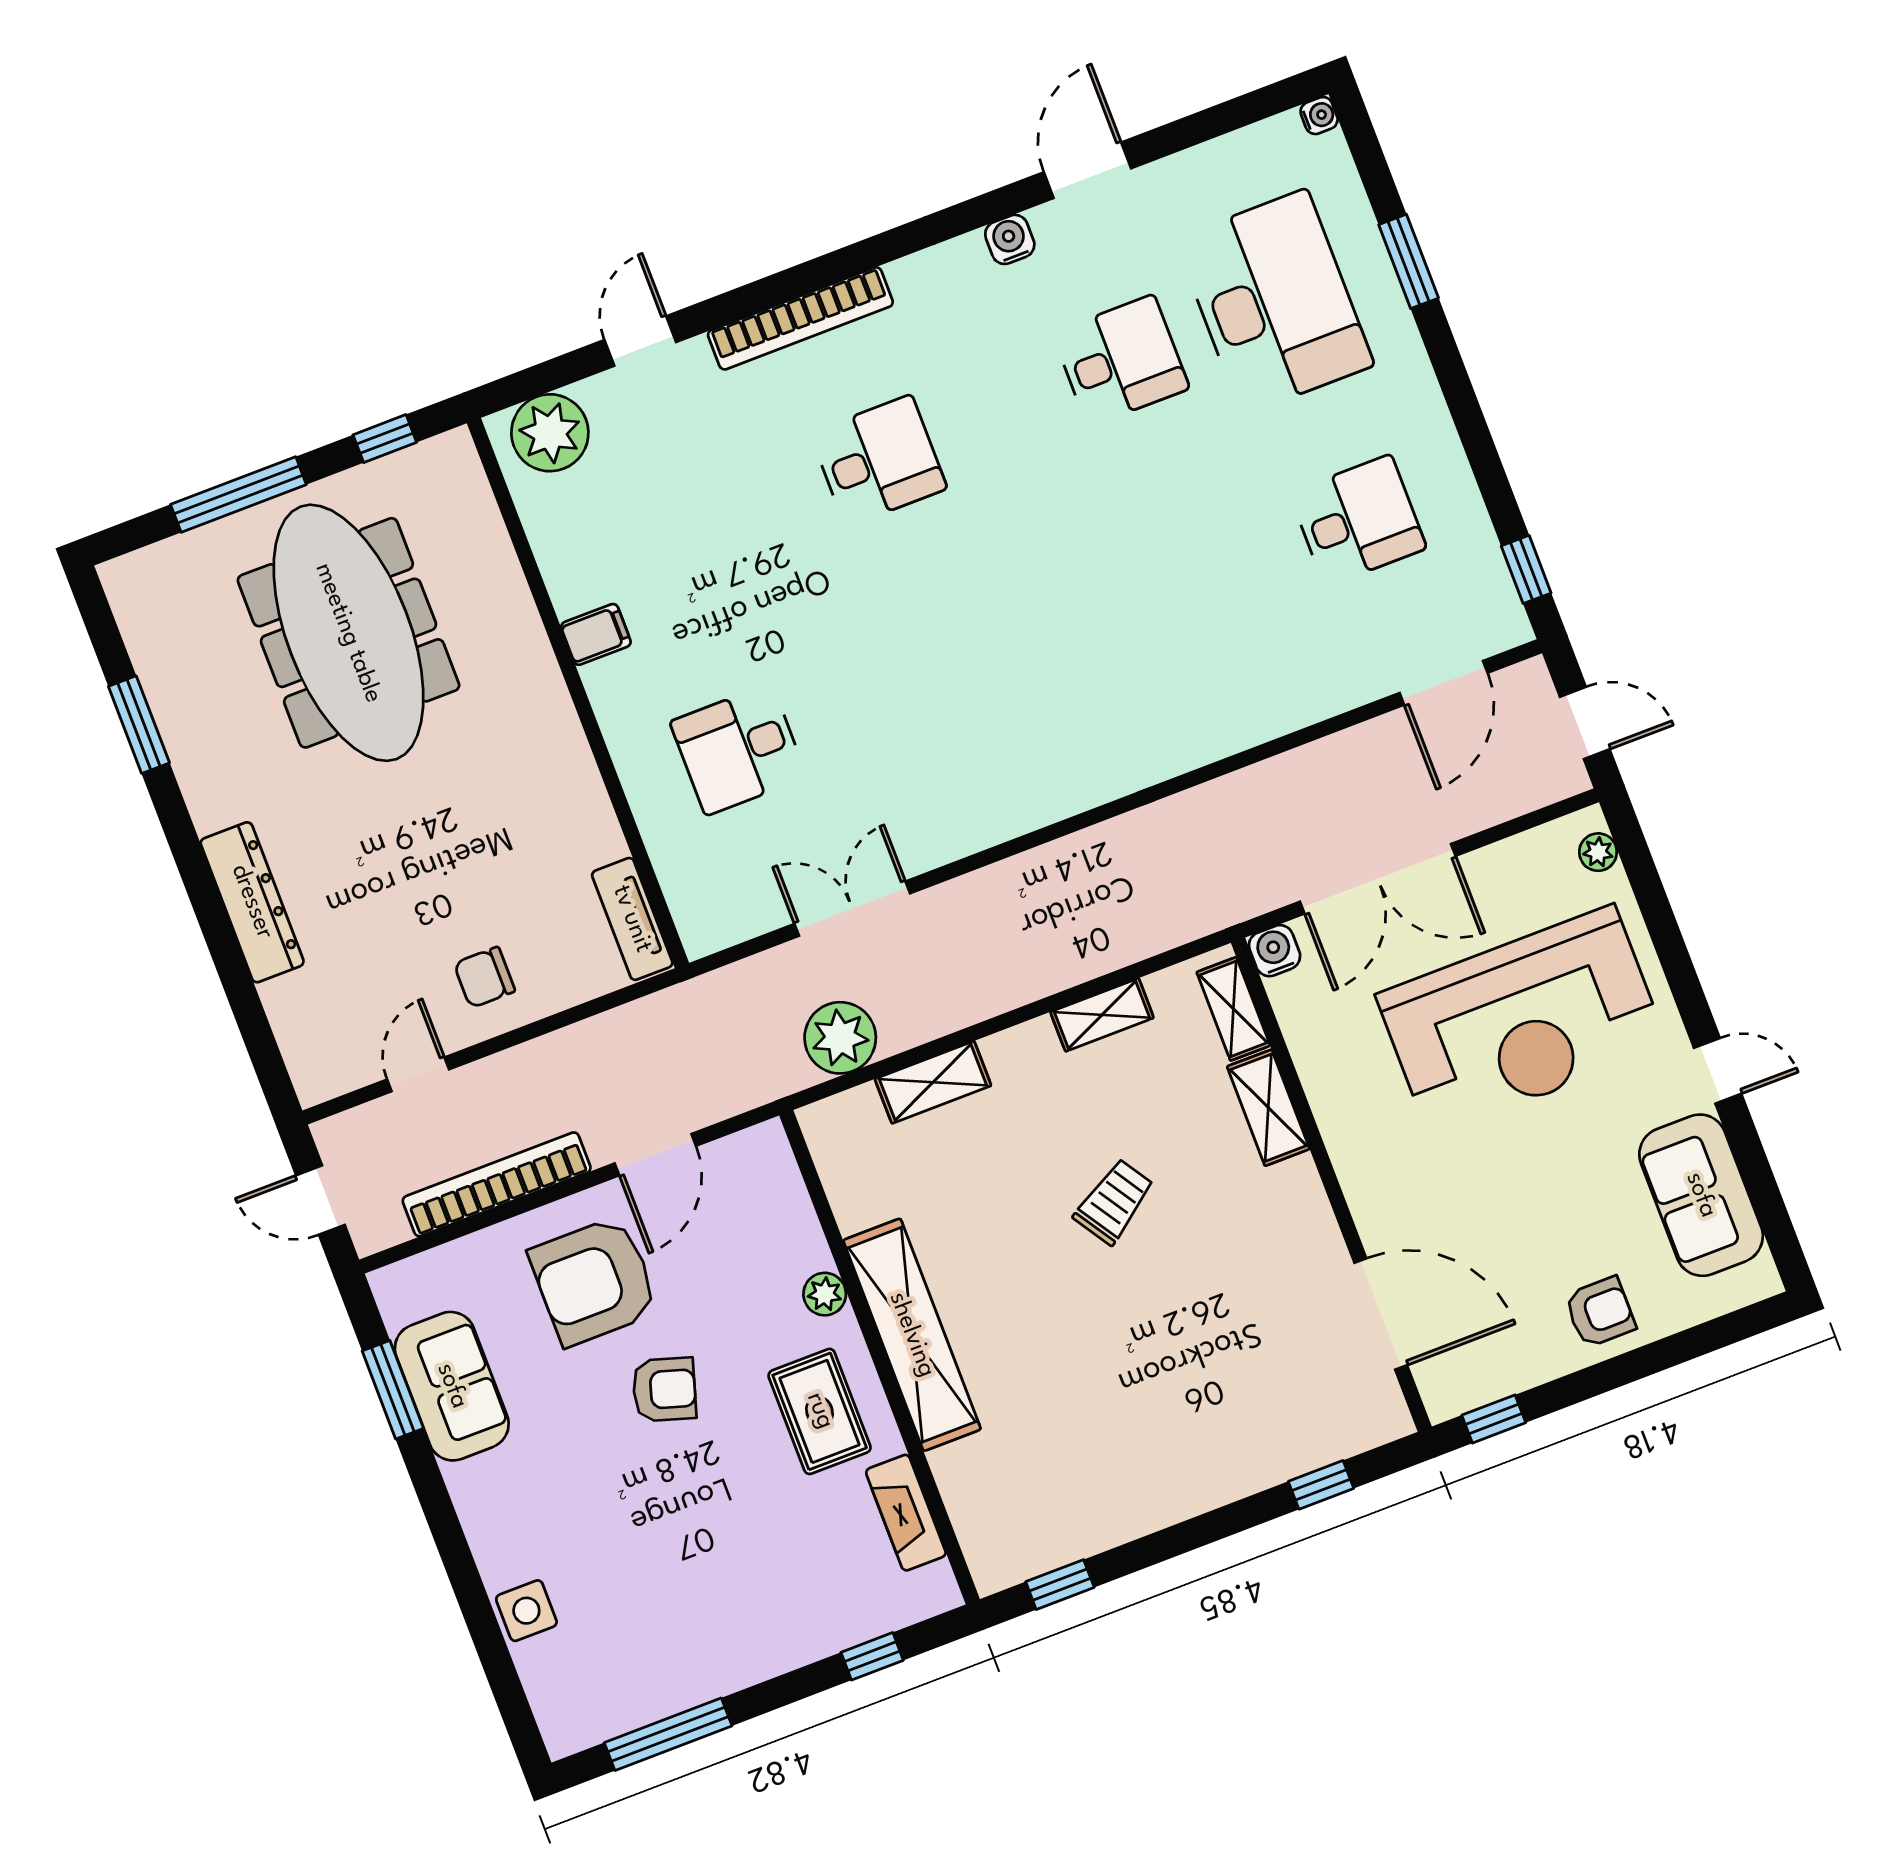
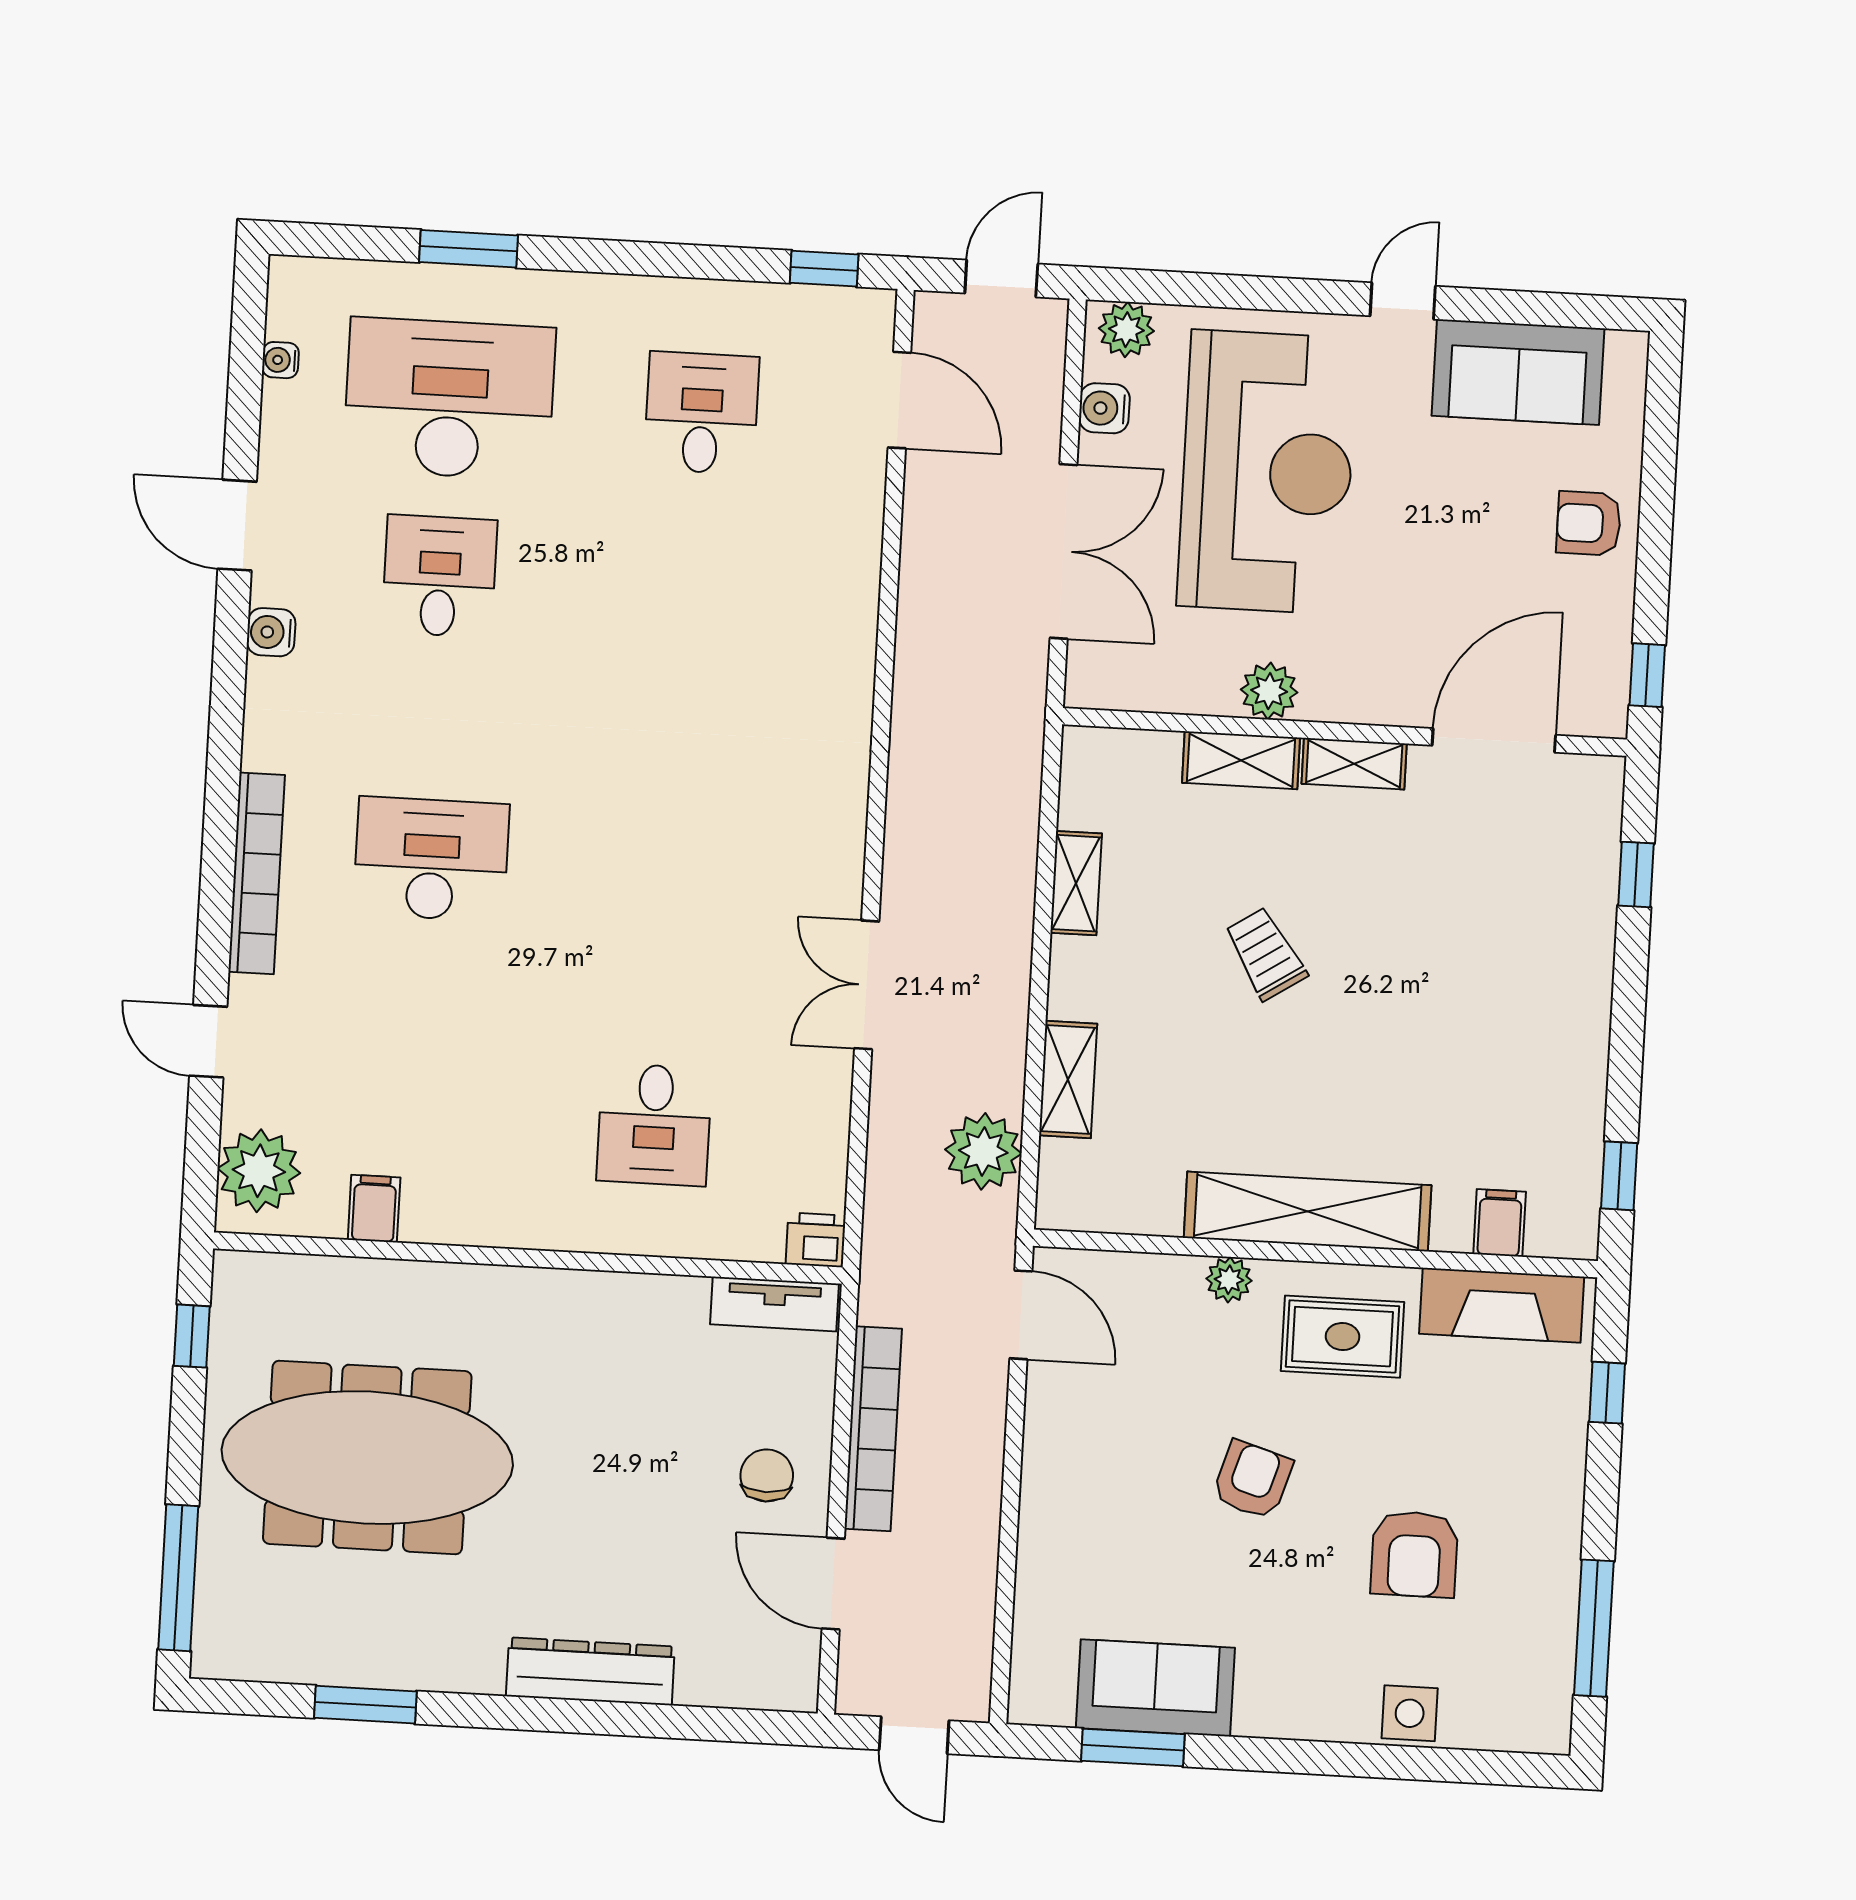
water cooler: (1319, 116) -> (280, 360), moved, turned -90
desk: (879, 461) -> (431, 859), width x1.37
window: (238, 494) -> (178, 1578), moved
filing cabinet: (596, 634) -> (374, 1209), moved
plant: (1598, 852) -> (1126, 330), width x1.38, depth x1.38
double door: (852, 909) -> (867, 985), moved
printer: (702, 930) -> (816, 1240), added
water cooler: (1275, 951) -> (1104, 408), moved
chair: (484, 977) -> (767, 1475), turned 180
shelving: (1233, 1009) -> (1354, 764), moved
door: (418, 1074) -> (833, 1584), width x1.38
plant: (1337, 1105) -> (1269, 691), added
door: (655, 1155) -> (1021, 1315), moved
bookcase: (497, 1184) -> (873, 1429), moved, turned 180
door: (320, 1200) -> (914, 1735), hinge flipped
armchair: (594, 1281) -> (1414, 1554), moved, width x0.73, depth x0.73
armchair: (1600, 1312) -> (1589, 523), turned -90
filing cabinet: (975, 1501) -> (1500, 1223), added
fireplace: (906, 1513) -> (1502, 1305), width x1.37, depth x1.32

